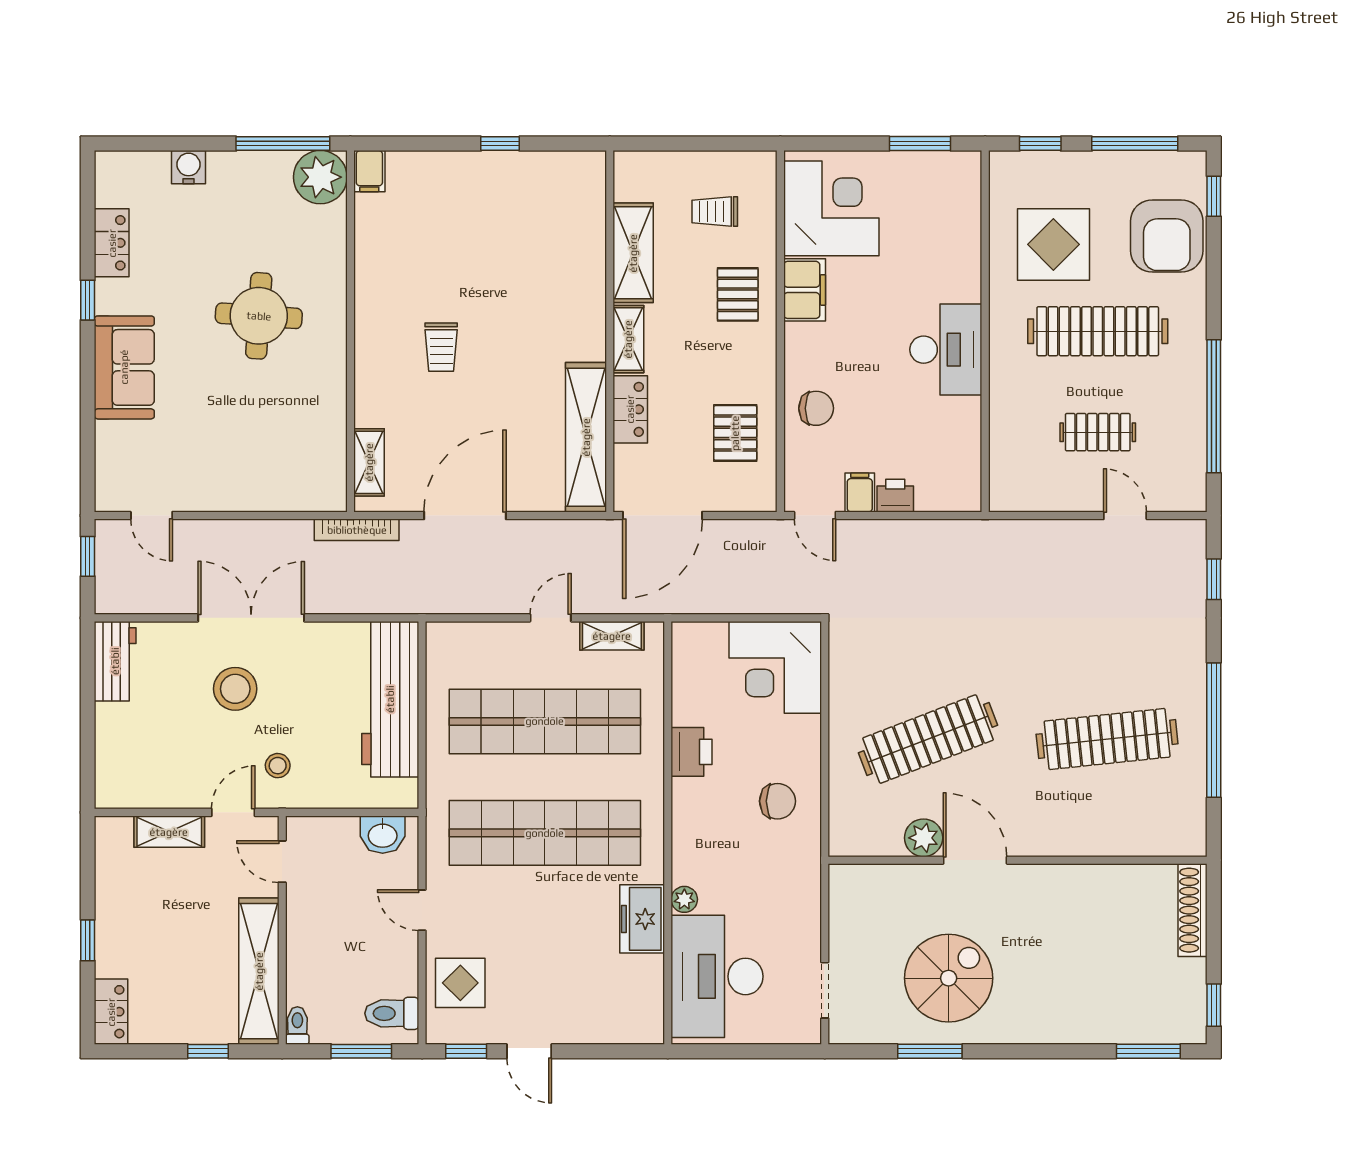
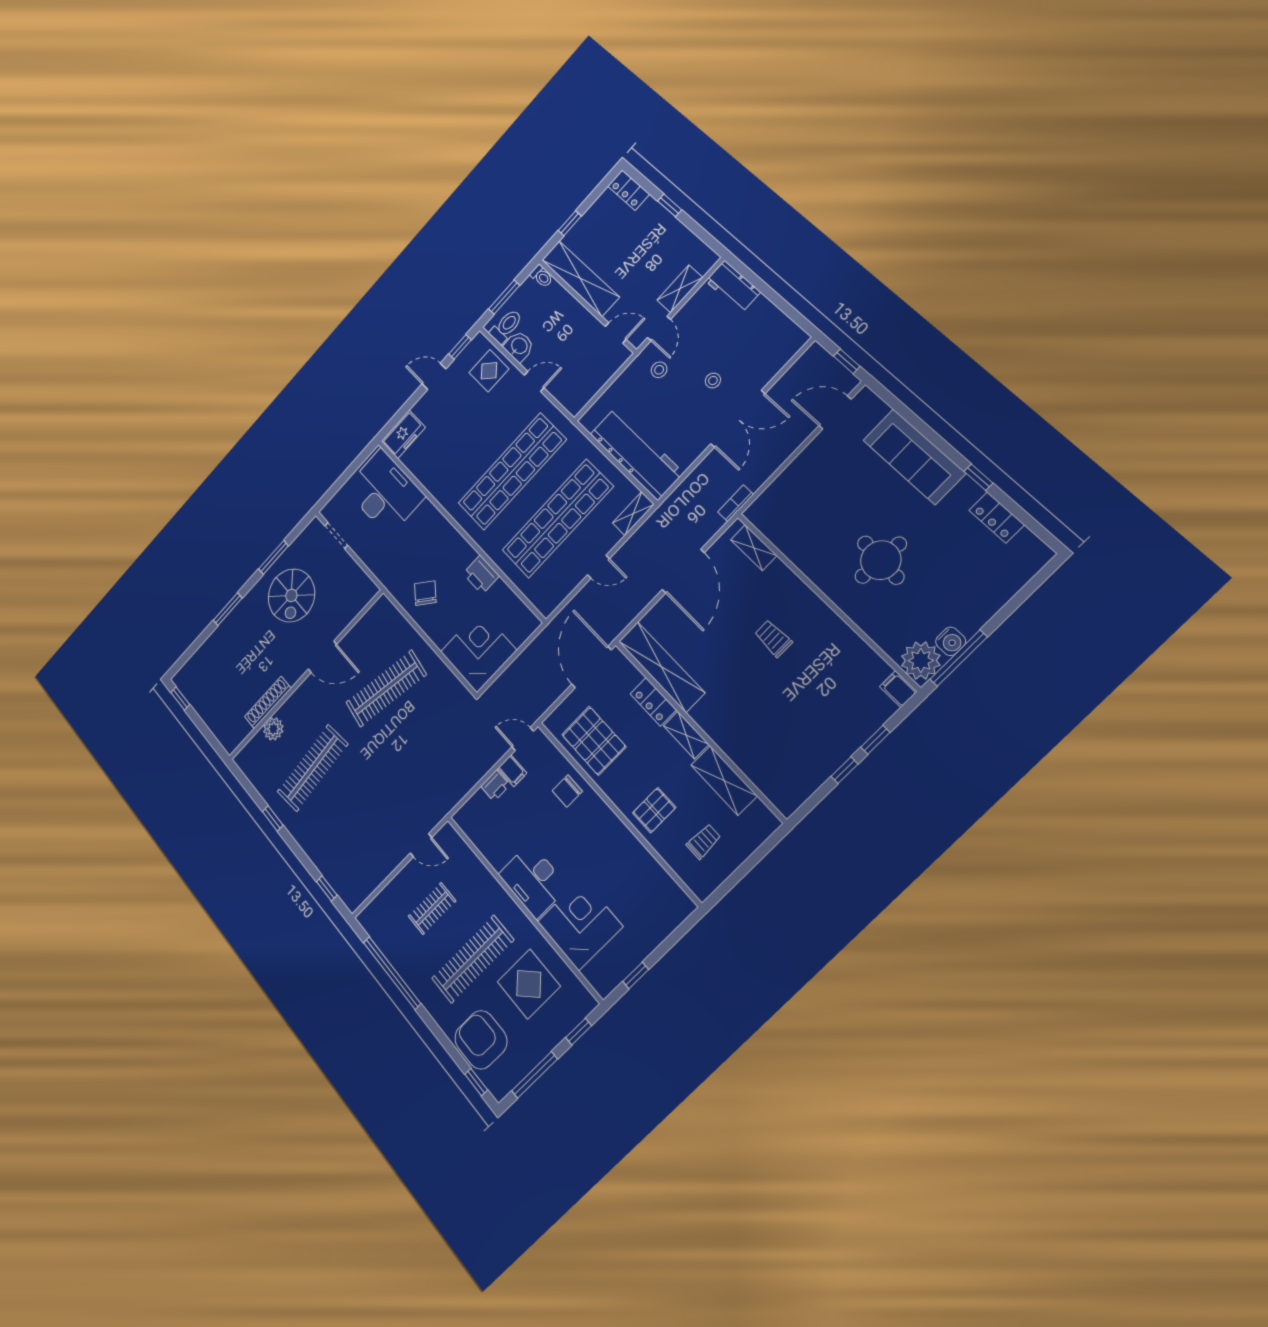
window: (440, 144) -> (875, 740), added
window: (920, 144) -> (636, 975), width x0.67
water cooler: (189, 167) -> (951, 641), moved
corner desk: (831, 208) -> (580, 924), moved, turned 180
filing cabinet: (805, 290) -> (624, 844), removed
pallet: (738, 294) -> (654, 810), turned 90
sofa: (124, 367) -> (914, 457), width x1.36
pallet: (735, 433) -> (594, 741), width x1.50, depth x1.42
door: (152, 516) -> (835, 412), width x1.37
door: (1125, 516) -> (421, 845), moved
bookcase: (357, 530) -> (735, 503), width x0.64
door: (551, 618) -> (599, 567), hinge flipped
shelving: (612, 636) -> (633, 514), moved
workbench: (115, 661) -> (733, 287), moved
stool: (235, 689) -> (713, 380), width x0.53, depth x0.53
window: (1214, 730) -> (273, 818), width x0.32
clothes rail: (928, 739) -> (386, 689), turned 30
chair: (778, 801) -> (425, 593), turned 129
washbasin: (383, 835) -> (519, 346), moved, turned 90
plant: (924, 838) -> (273, 729), moved
plant: (684, 899) -> (427, 509), removed
shoe rack: (1193, 910) -> (268, 703), moved, turned -90
freezer: (642, 919) -> (403, 434), moved, turned 90
window: (1148, 1051) -> (228, 609), moved

